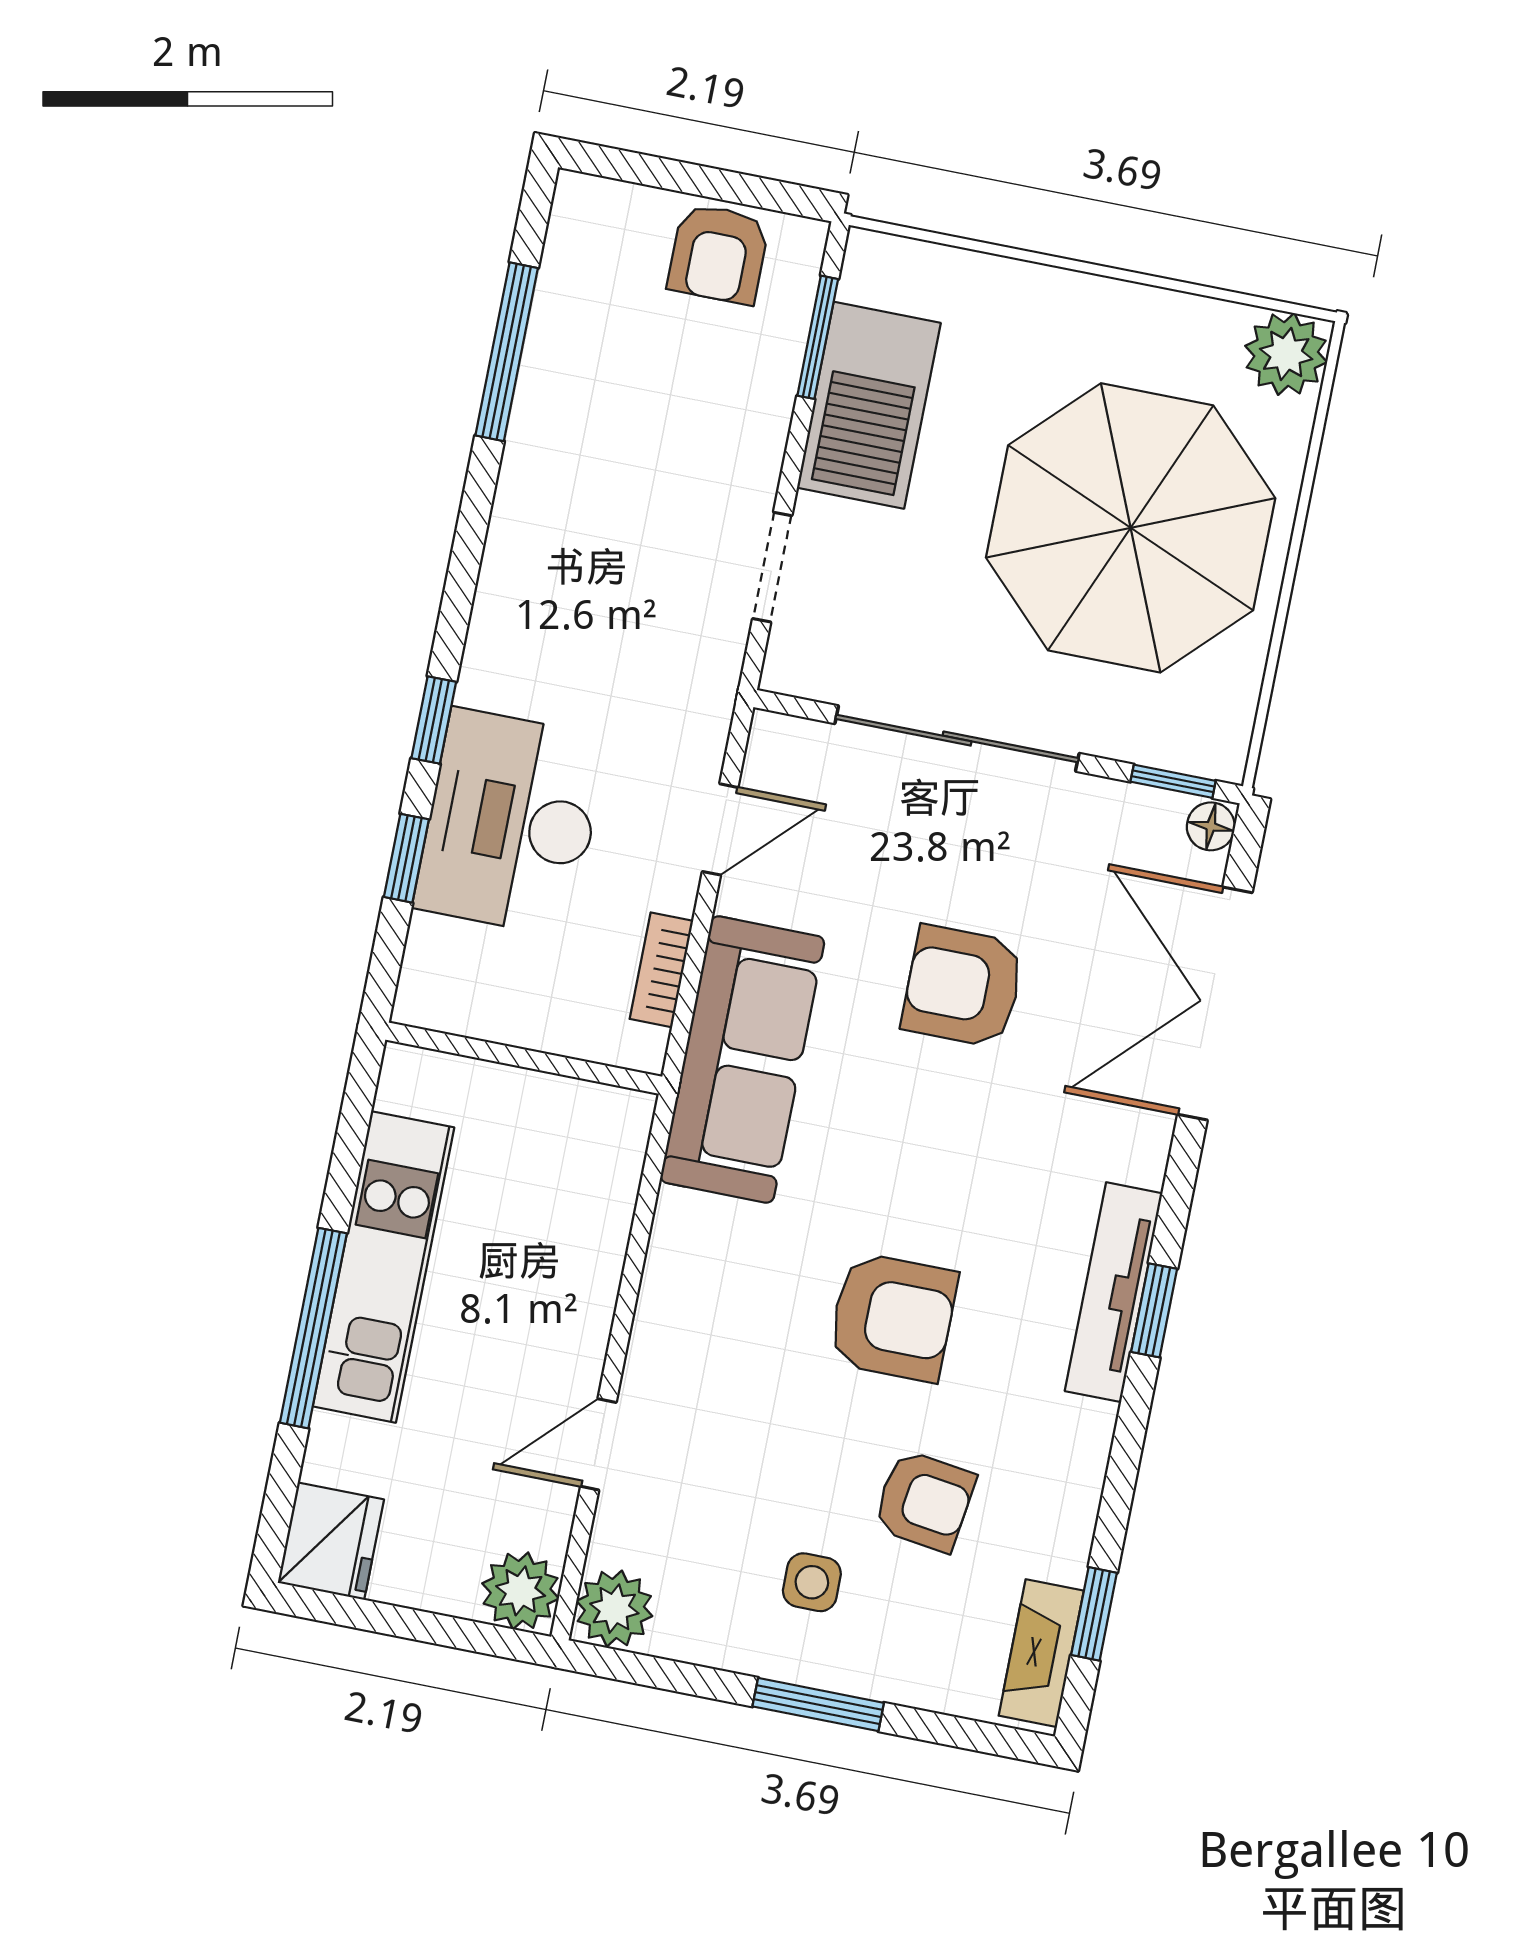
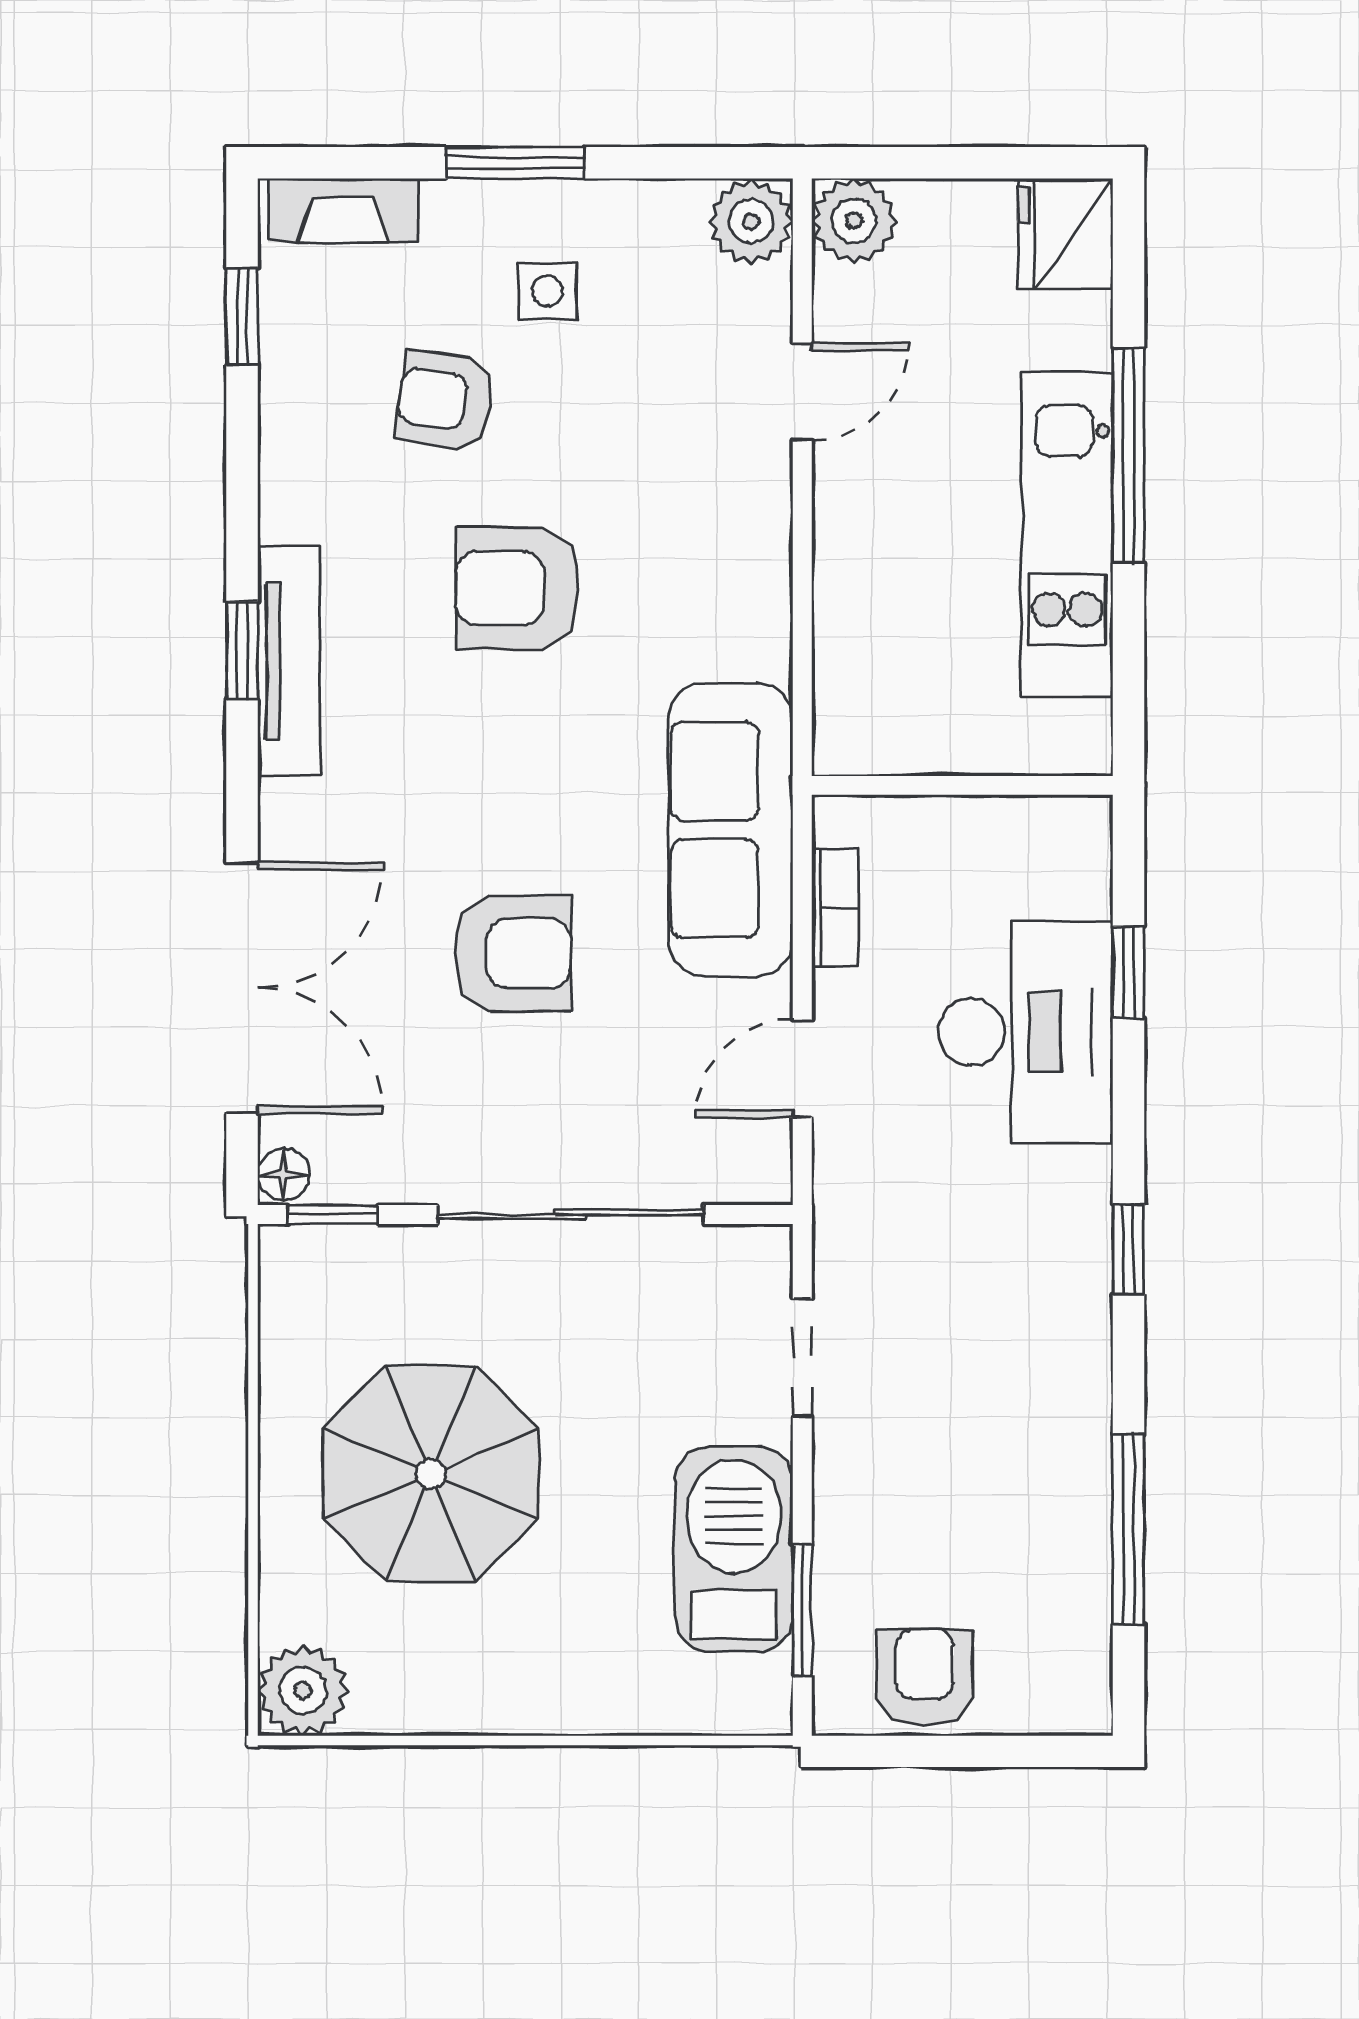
parasol: (1131, 528) -> (431, 1474), width x0.73, depth x0.73
window: (434, 720) -> (1128, 1250), moved
fireplace: (1041, 1653) -> (343, 210), moved, turned 90

